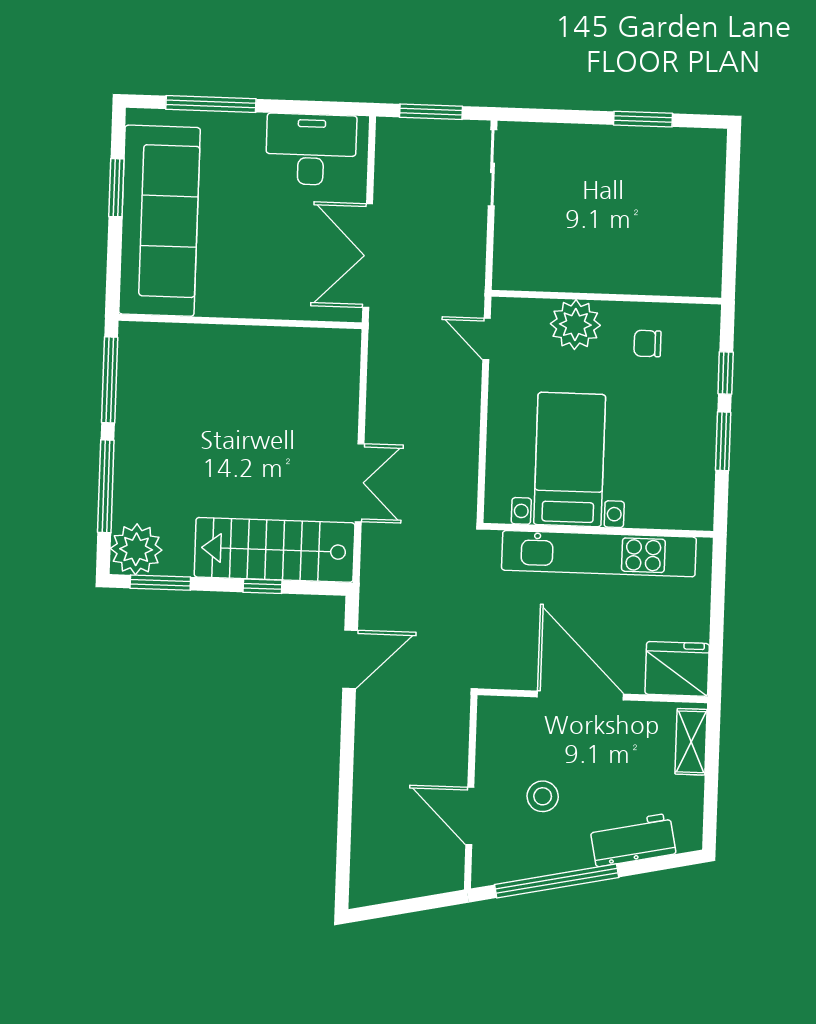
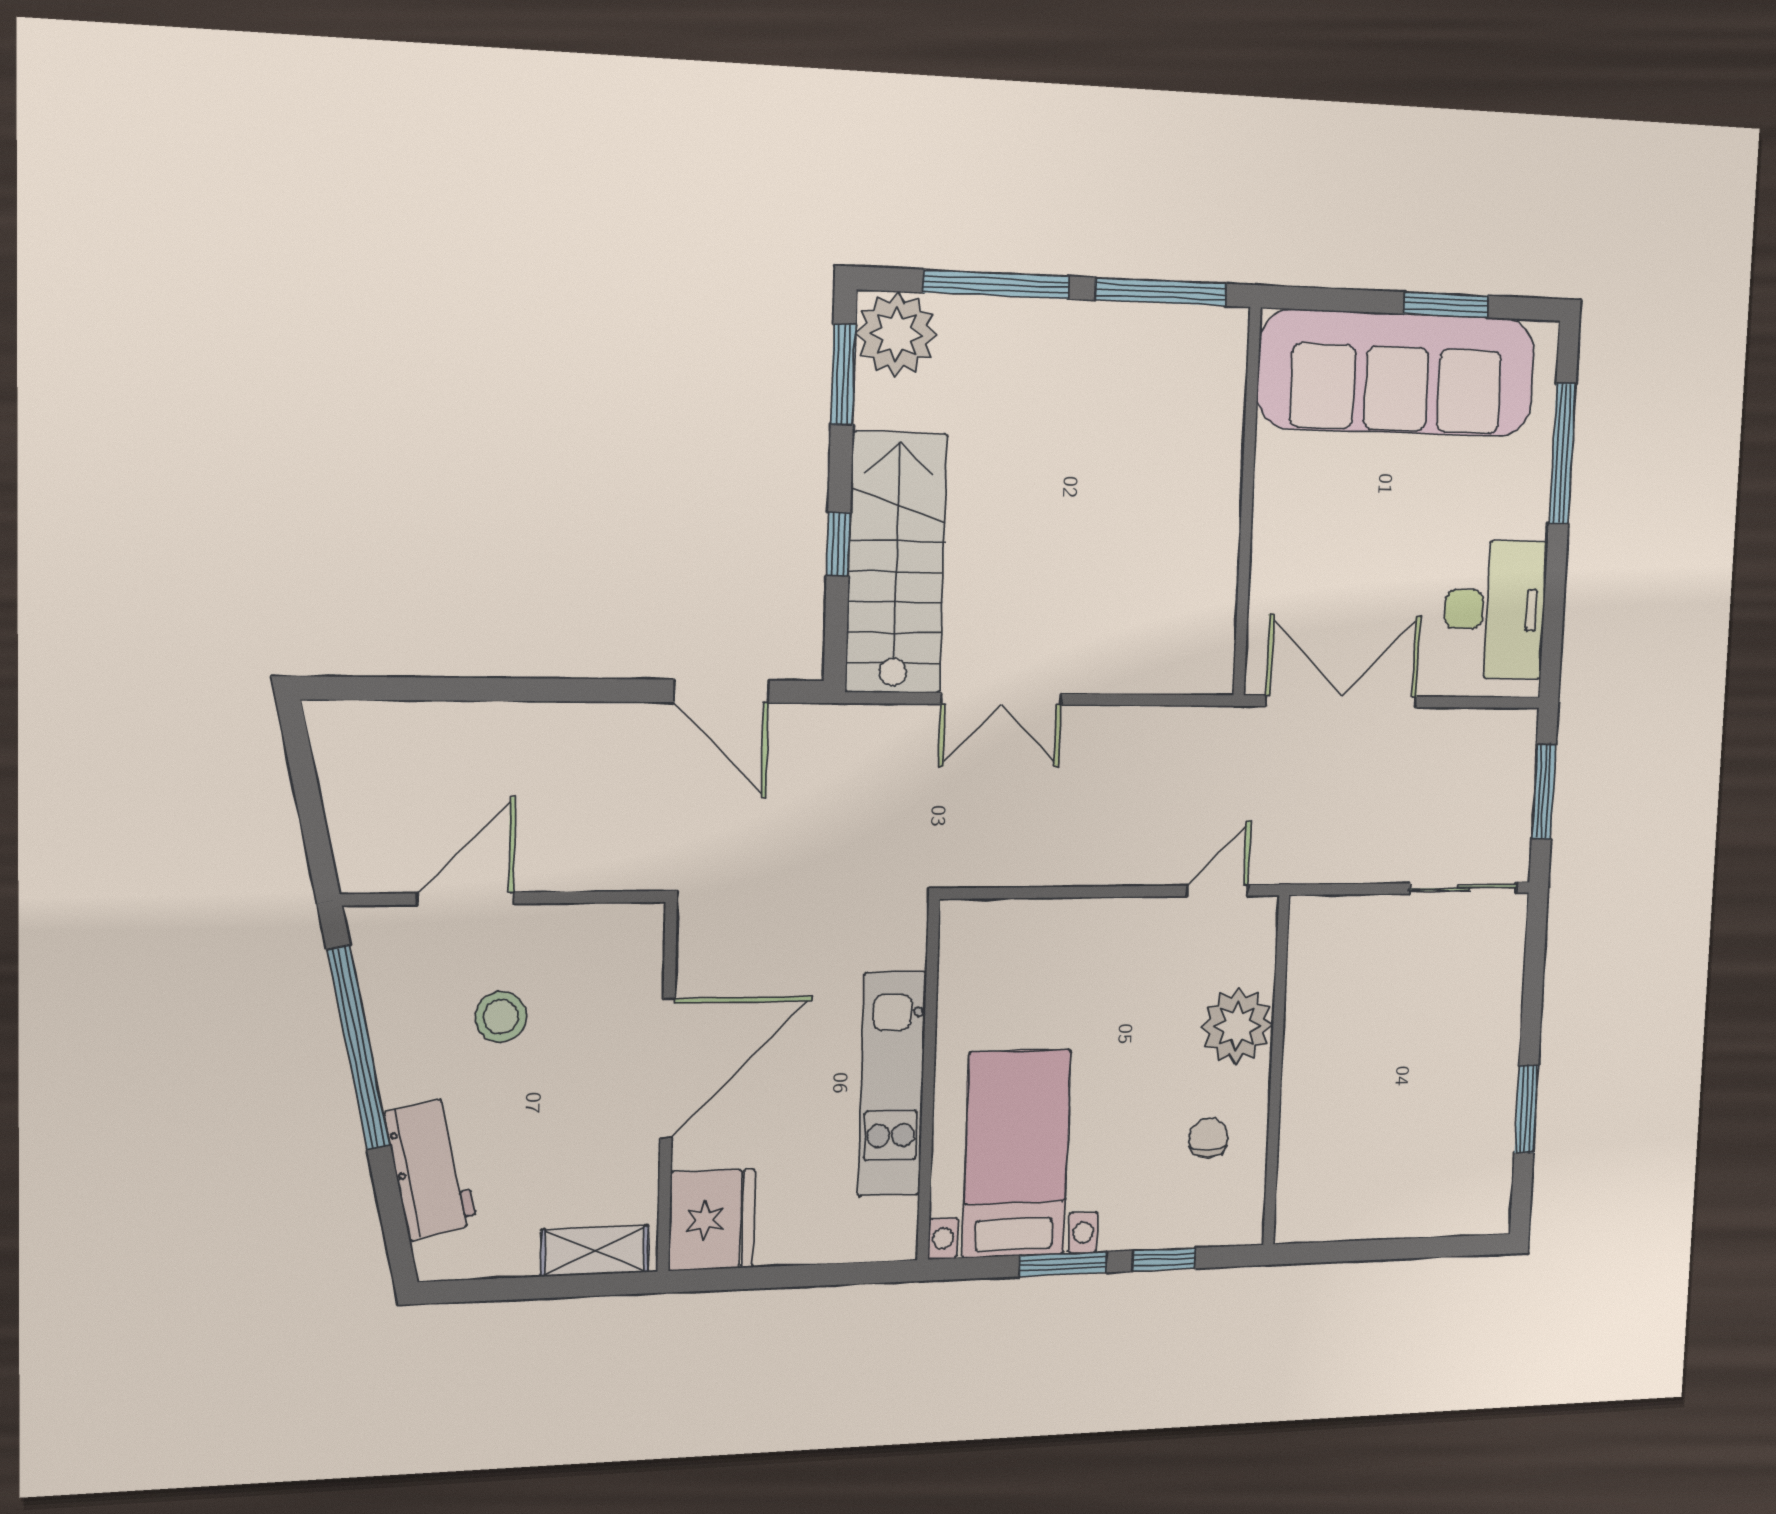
bed with nightstands: (570, 460) -> (1016, 1154), moved, turned -90
kitchen unit: (599, 554) -> (892, 1084), width x0.73

